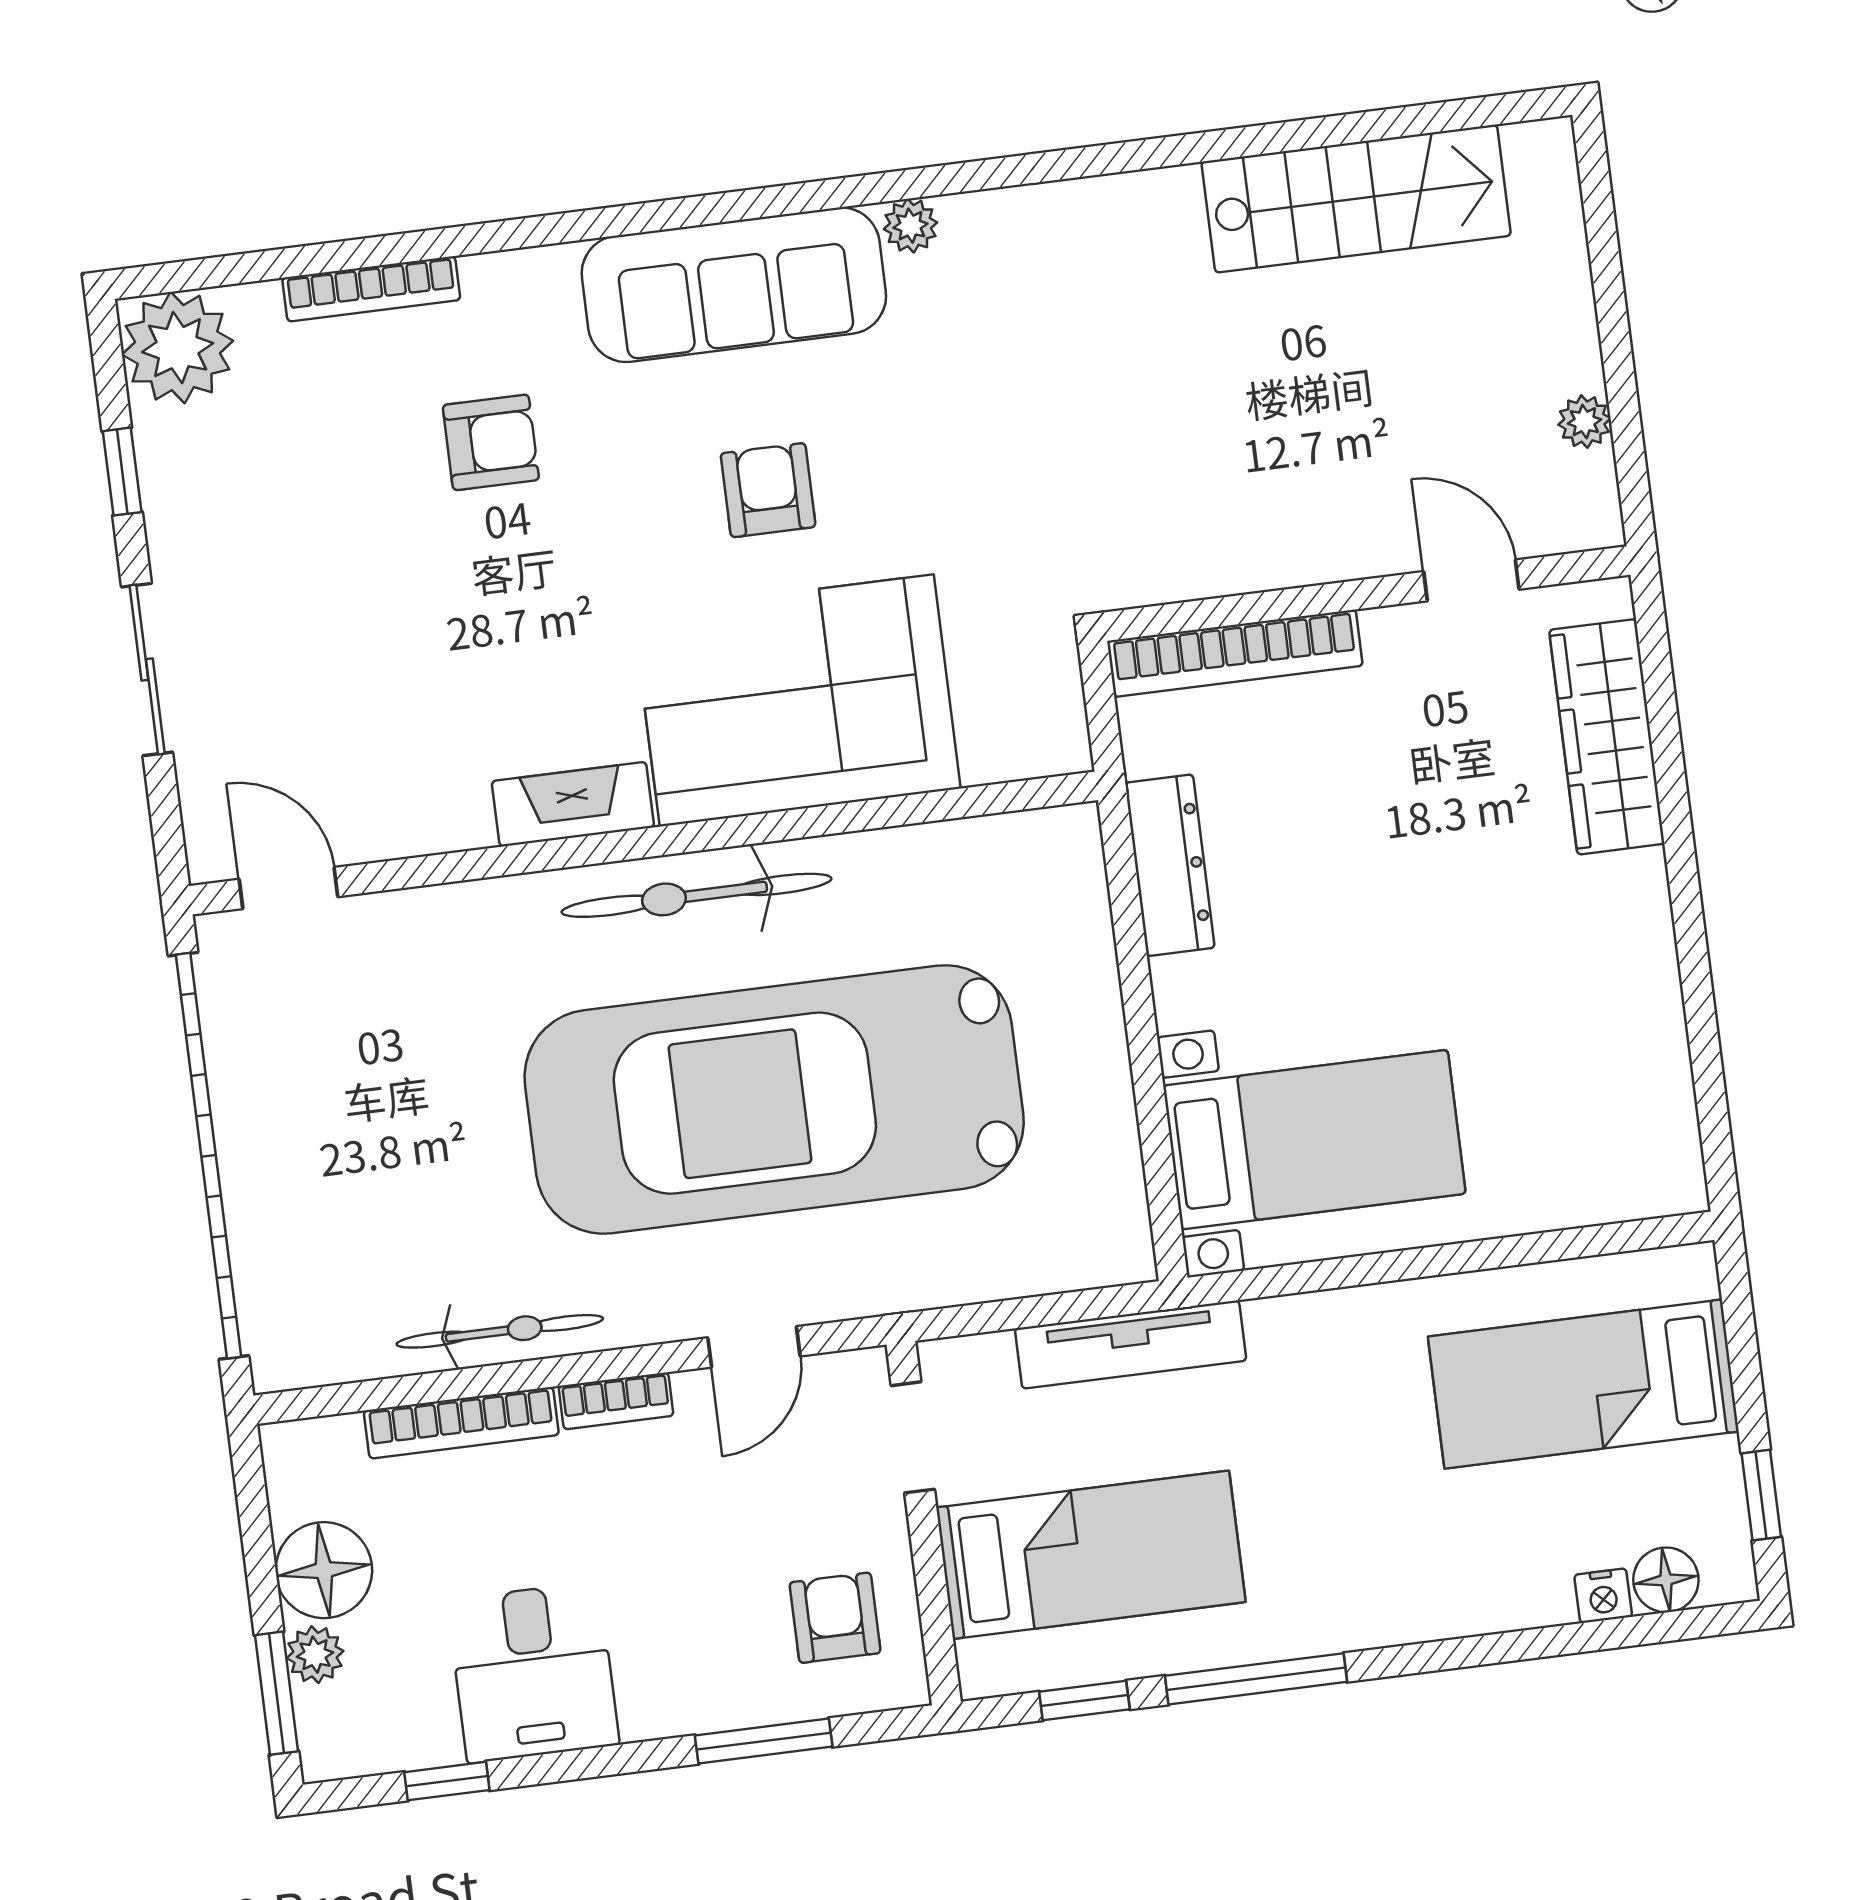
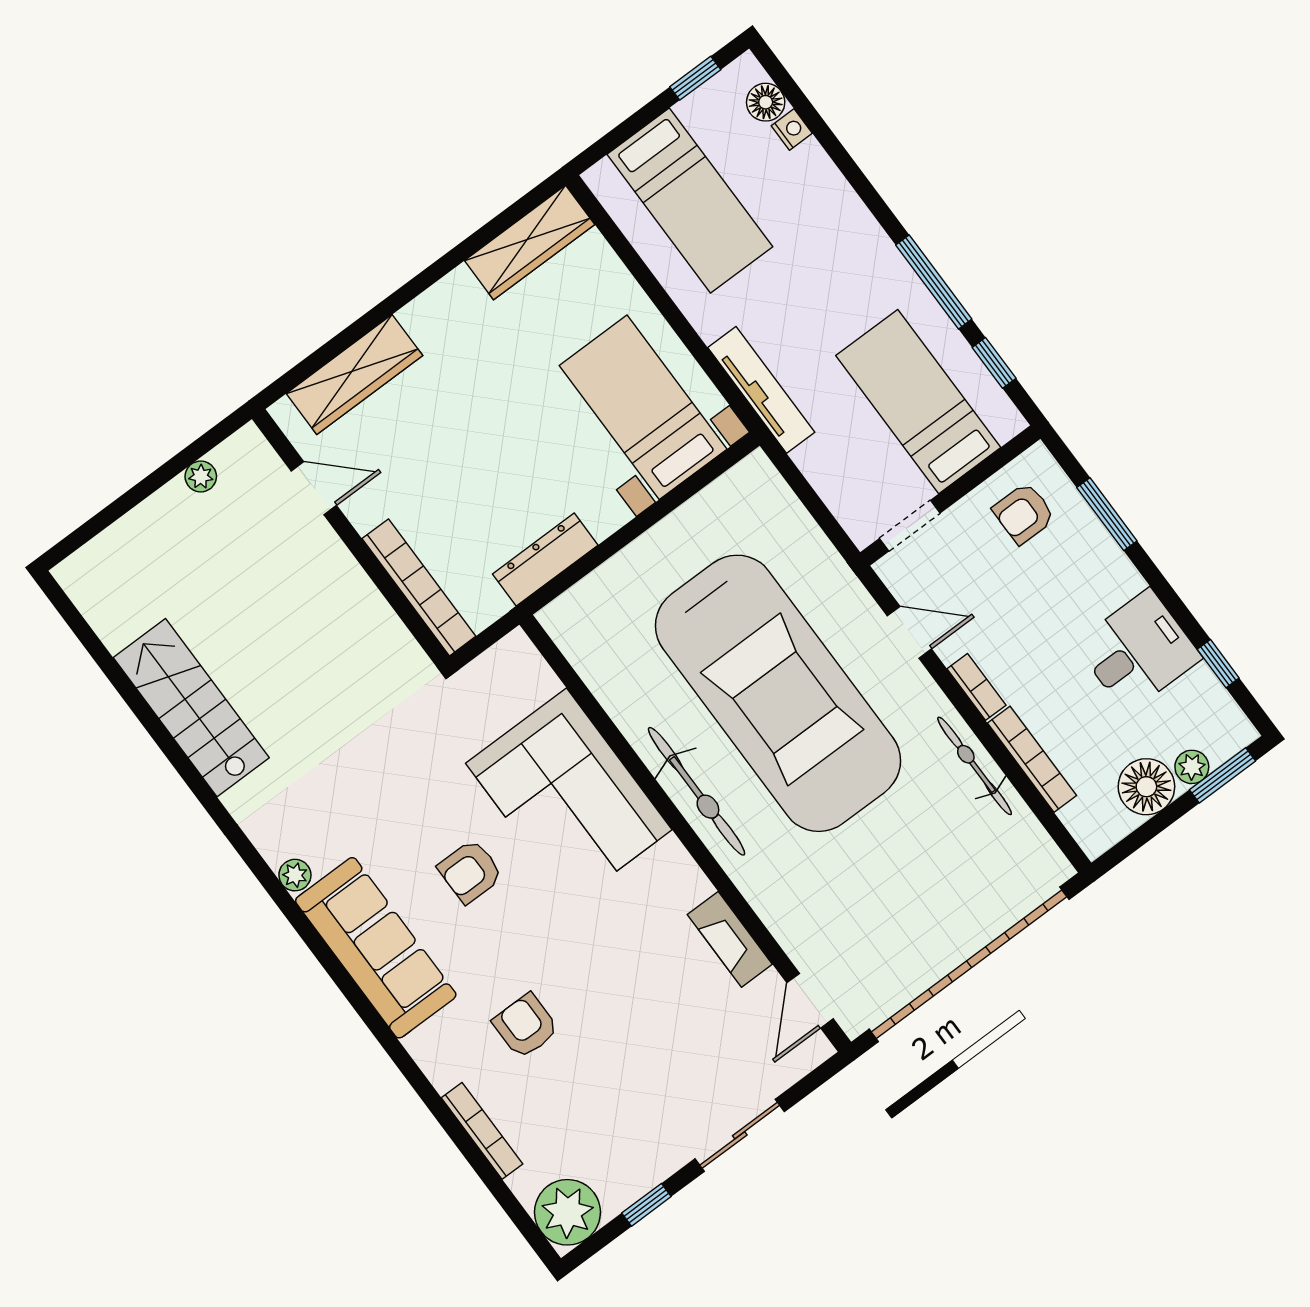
stairs: (1356, 199) -> (191, 708), moved
door: (1471, 580) -> (314, 488), swing flipped
fireplace: (573, 804) -> (730, 939), moved
wardrobe: (1656, 1109) -> (530, 242), added
tv unit: (1131, 1344) -> (761, 390), moved

